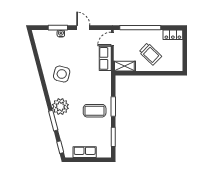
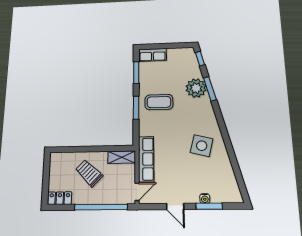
row of seats: (105, 58) -> (146, 159), width x1.48
plant: (60, 106) -> (196, 88), moved
row of seats: (85, 152) -> (152, 55), moved

